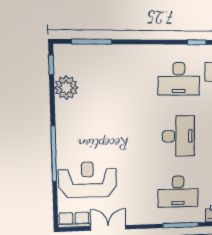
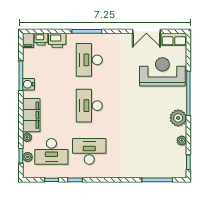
plant: (66, 88) -> (182, 141), width x0.53, depth x0.53
plant: (66, 122) -> (178, 118), added
reception desk: (88, 180) -> (162, 72), turned 180
desk: (178, 192) -> (89, 60), turned -90

